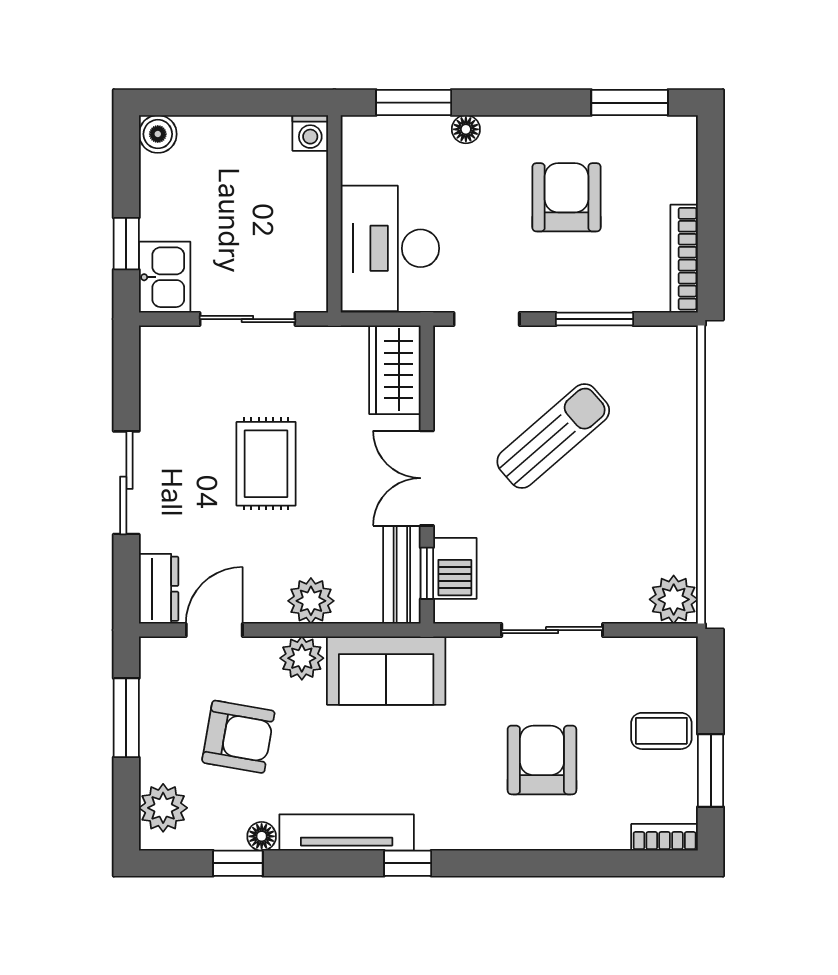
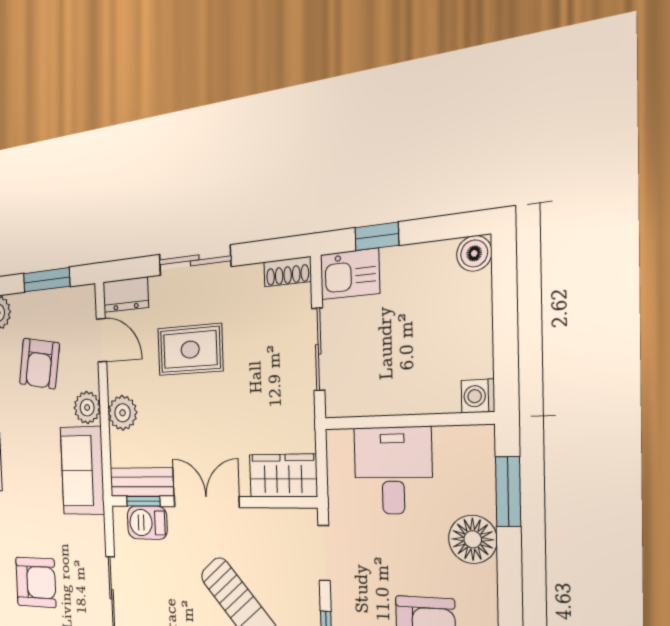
floor lamp: (466, 129) -> (473, 539), width x1.89, depth x1.89
desk: (390, 248) -> (393, 471), width x0.73
shoe rack: (154, 356) -> (288, 272), added
rug: (266, 464) -> (190, 350), moved

